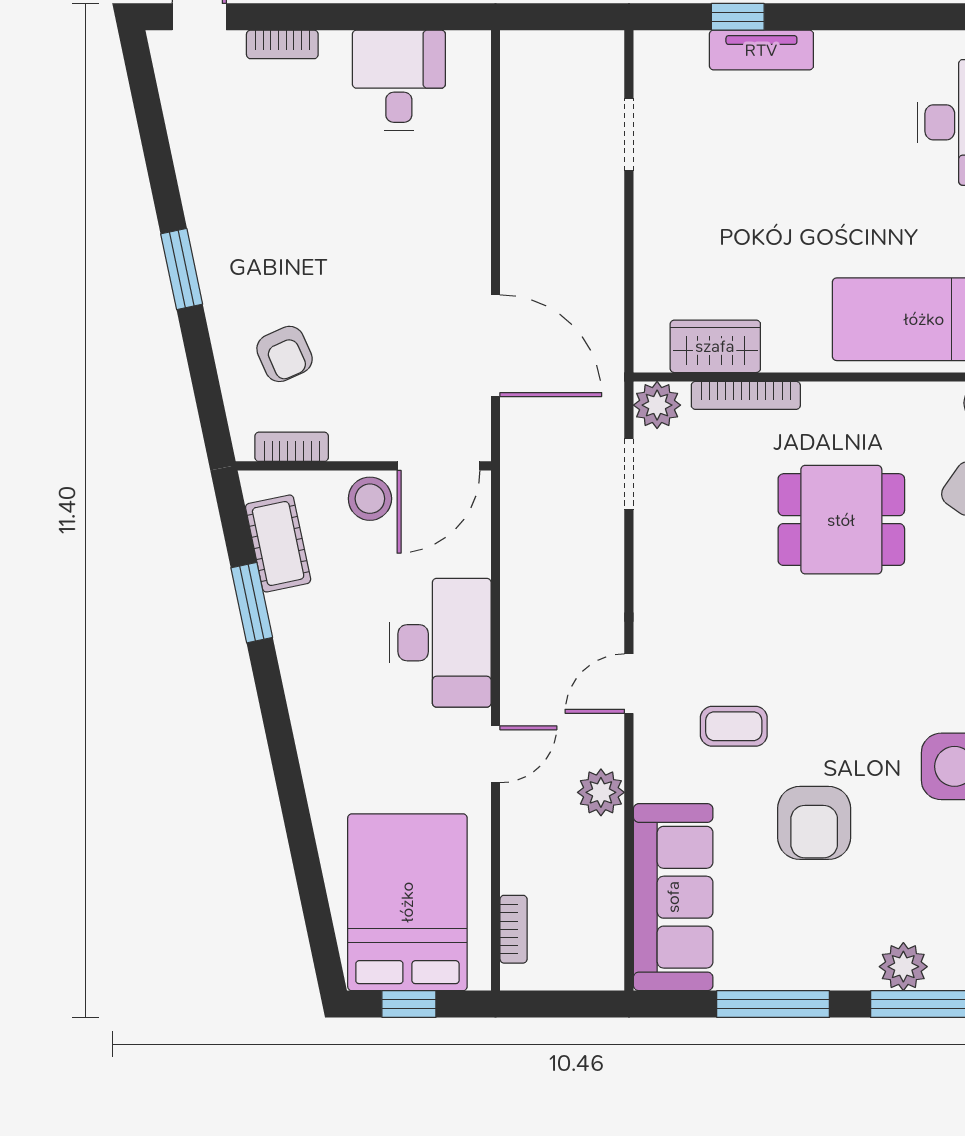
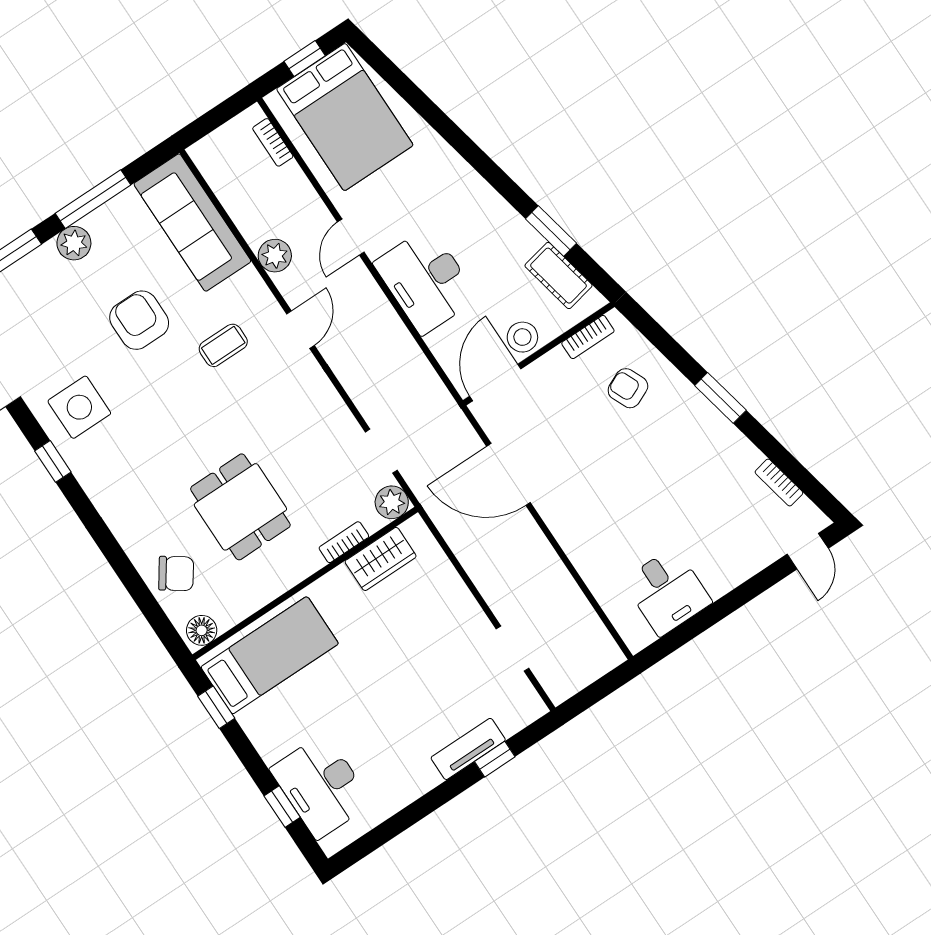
bookcase: (282, 44) -> (779, 483), moved, turned -102
bookcase: (746, 395) -> (344, 542), width x0.64
dining table: (841, 520) -> (240, 507), turned 90
plant: (903, 967) -> (74, 243), moved

